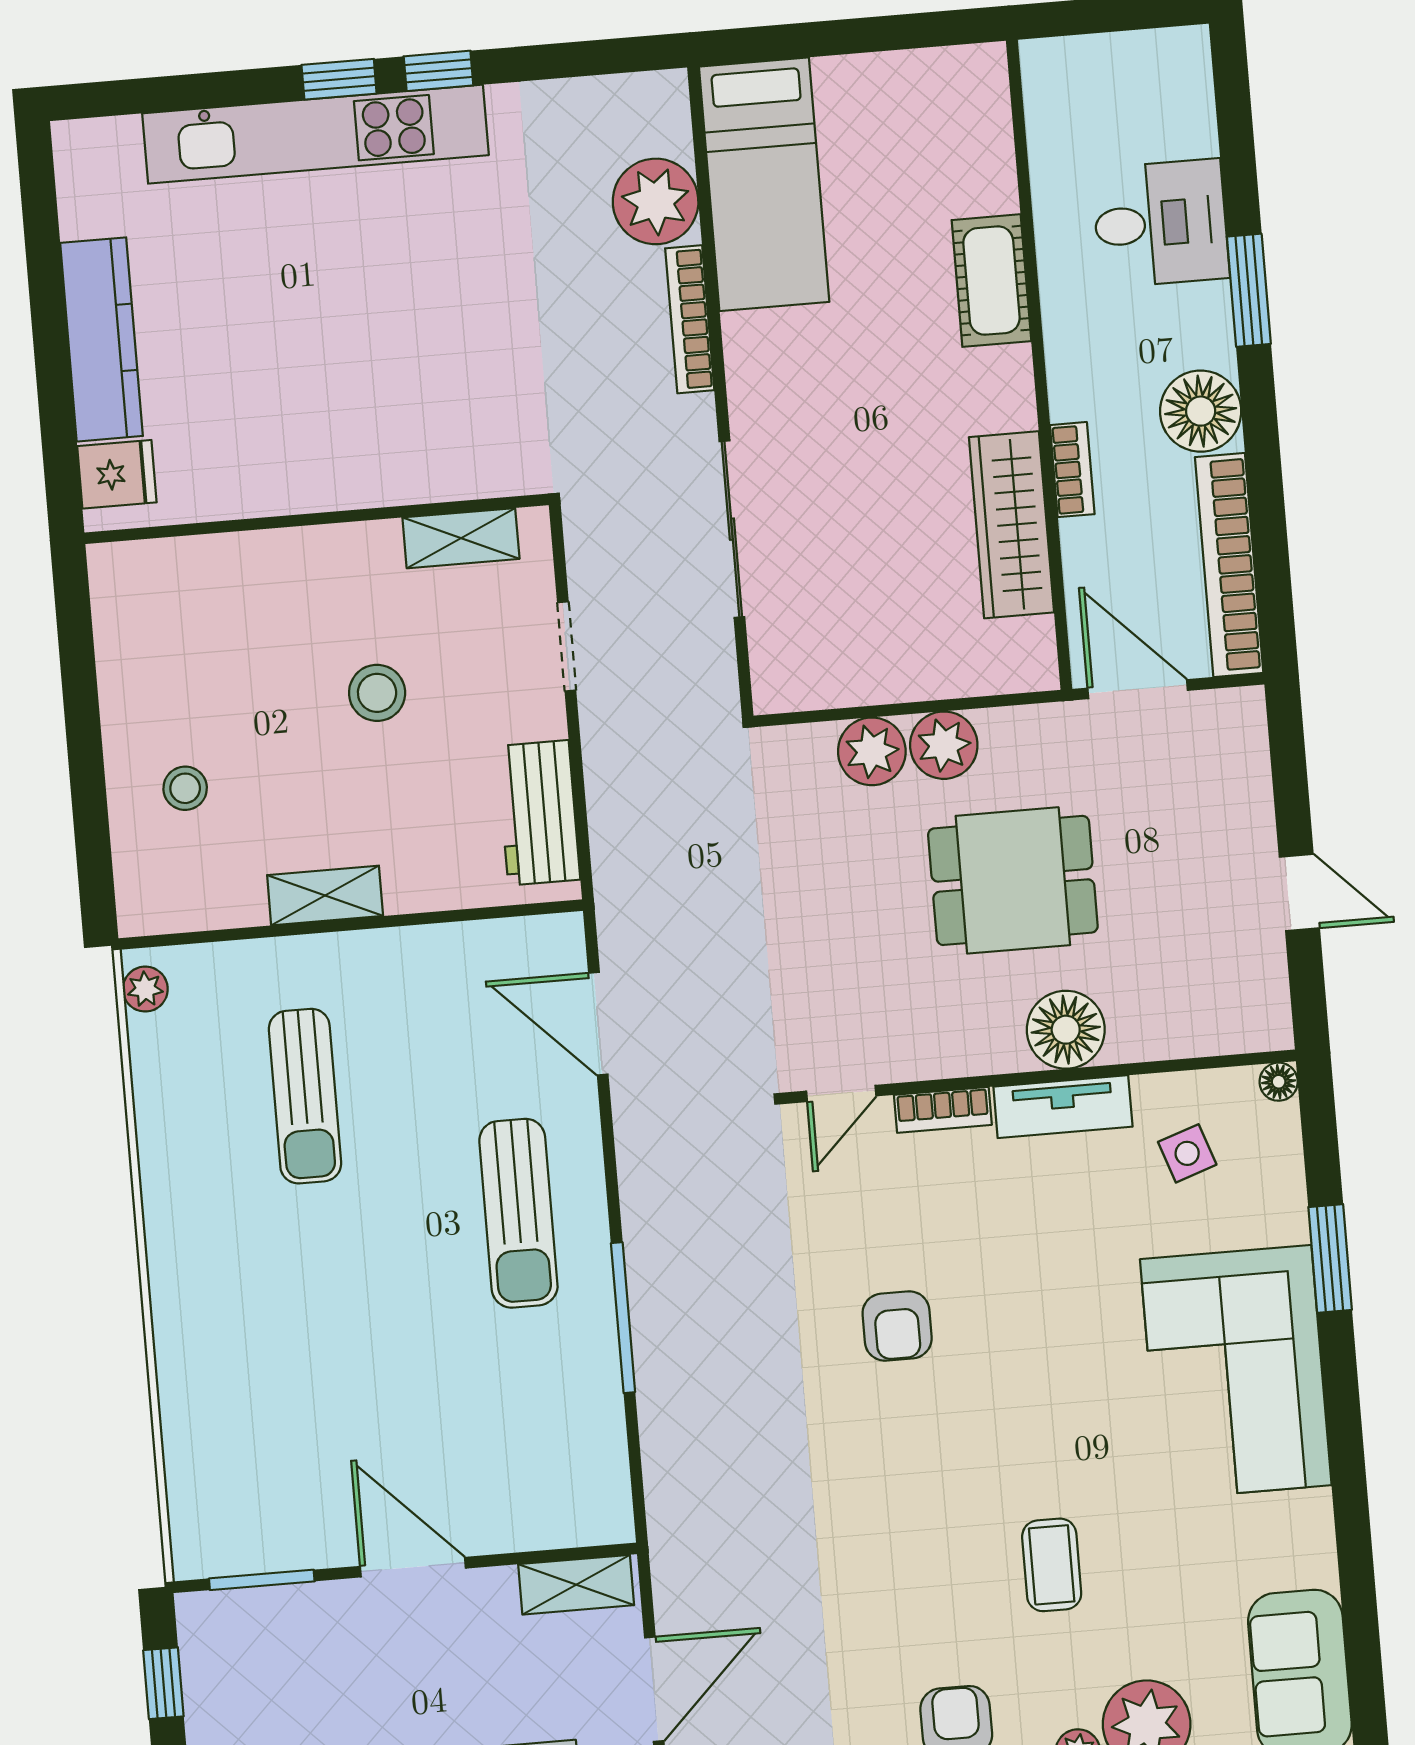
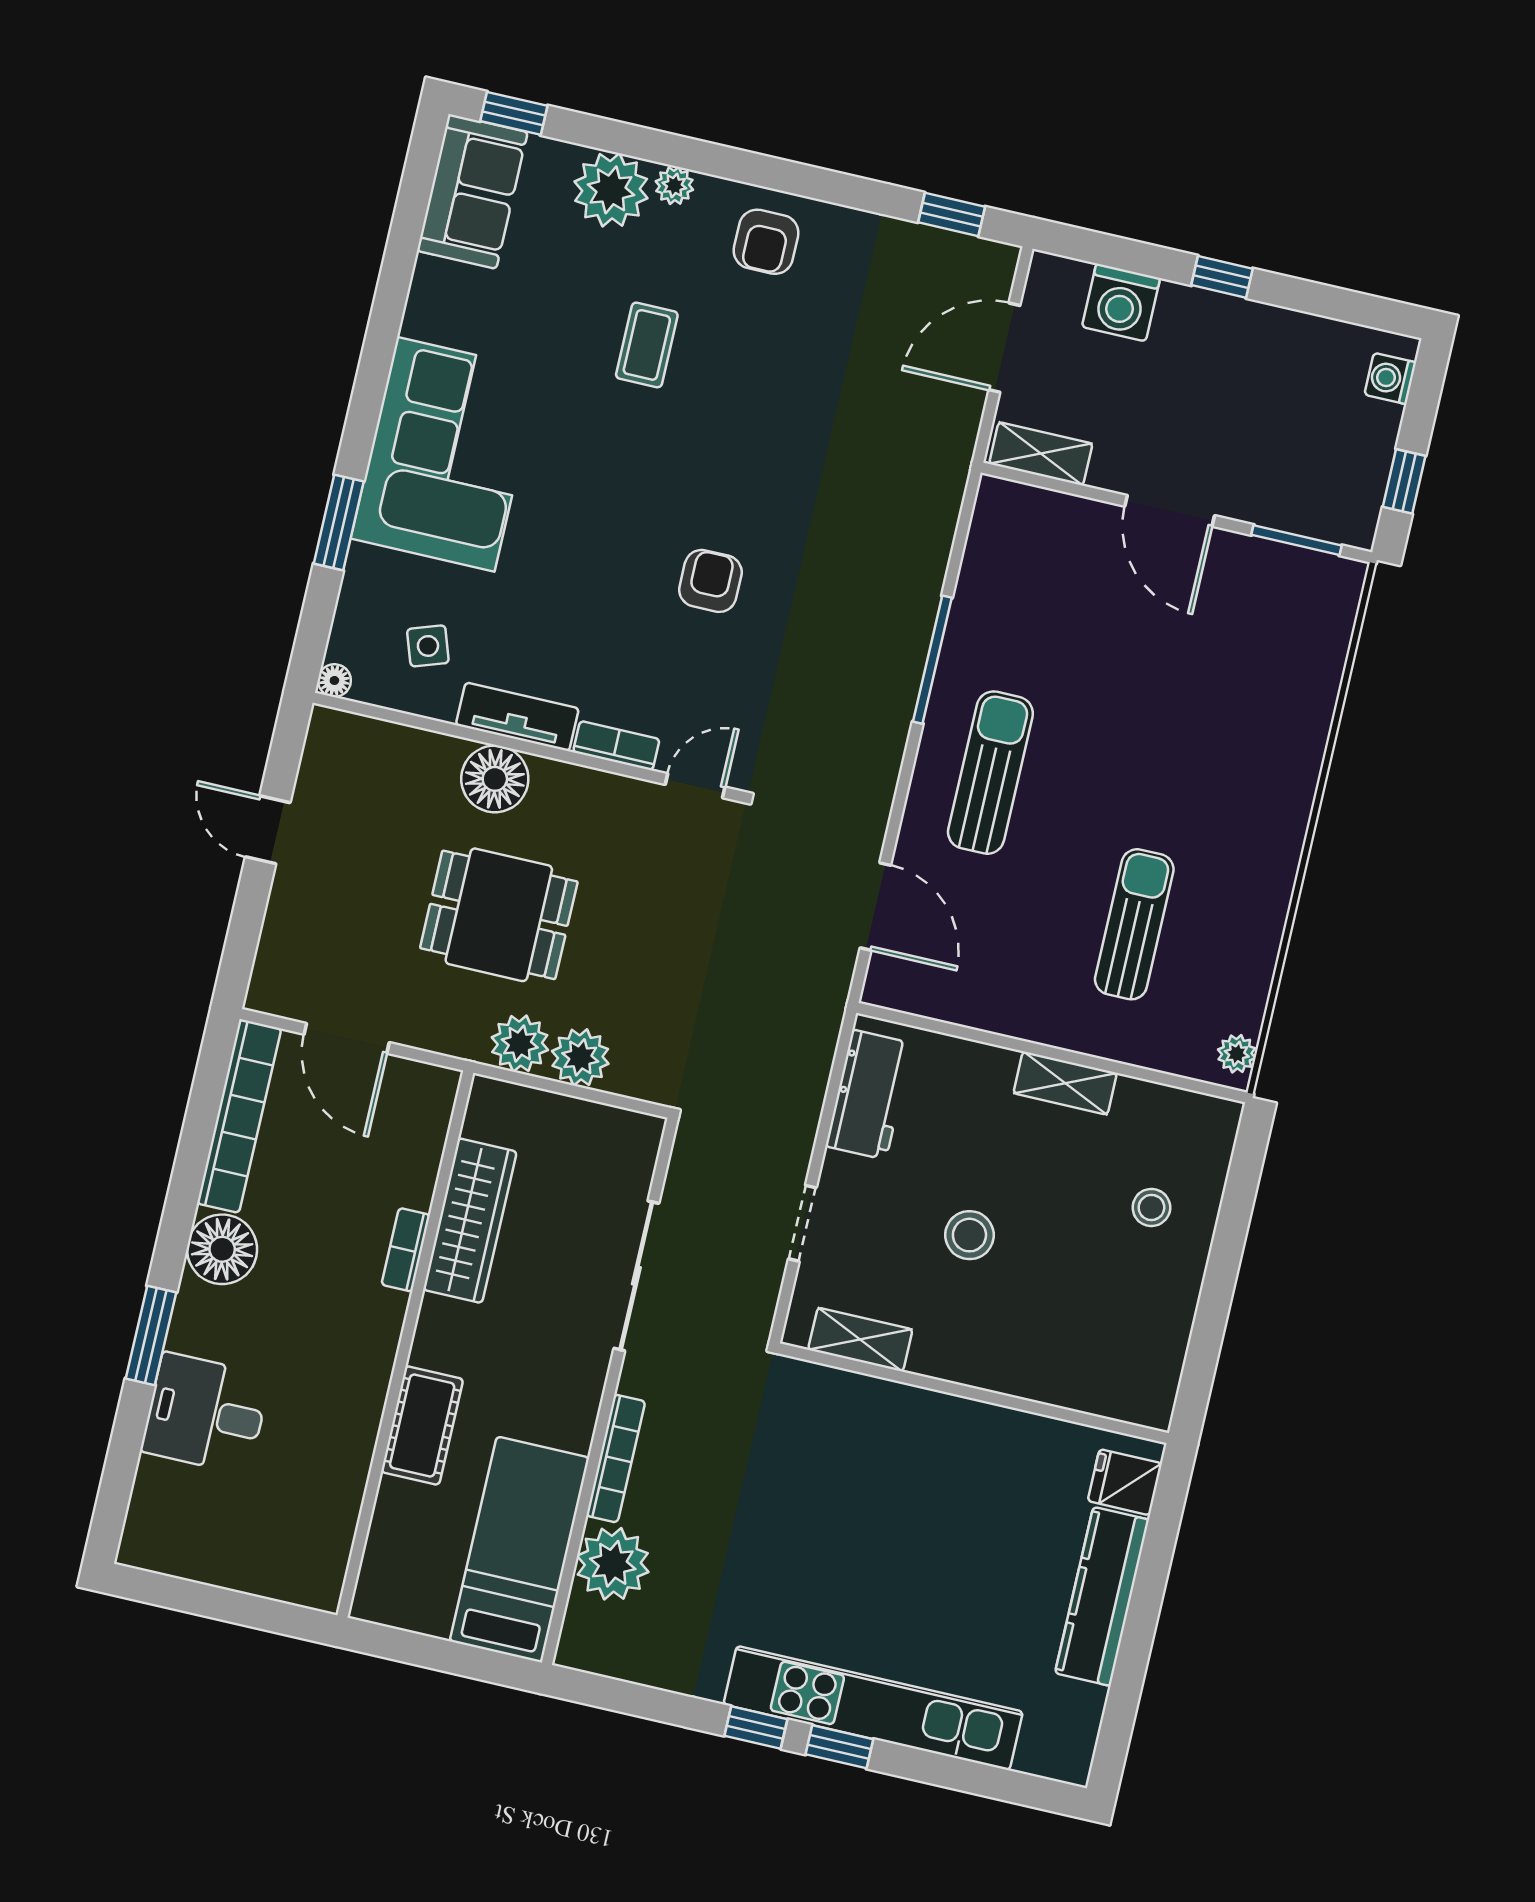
cot: (991, 281) -> (422, 1426), moved
wall: (1039, 365) -> (405, 1344), moved
bookcase: (1072, 470) -> (406, 1250), moved
wardrobe: (1011, 525) -> (470, 1221), moved

